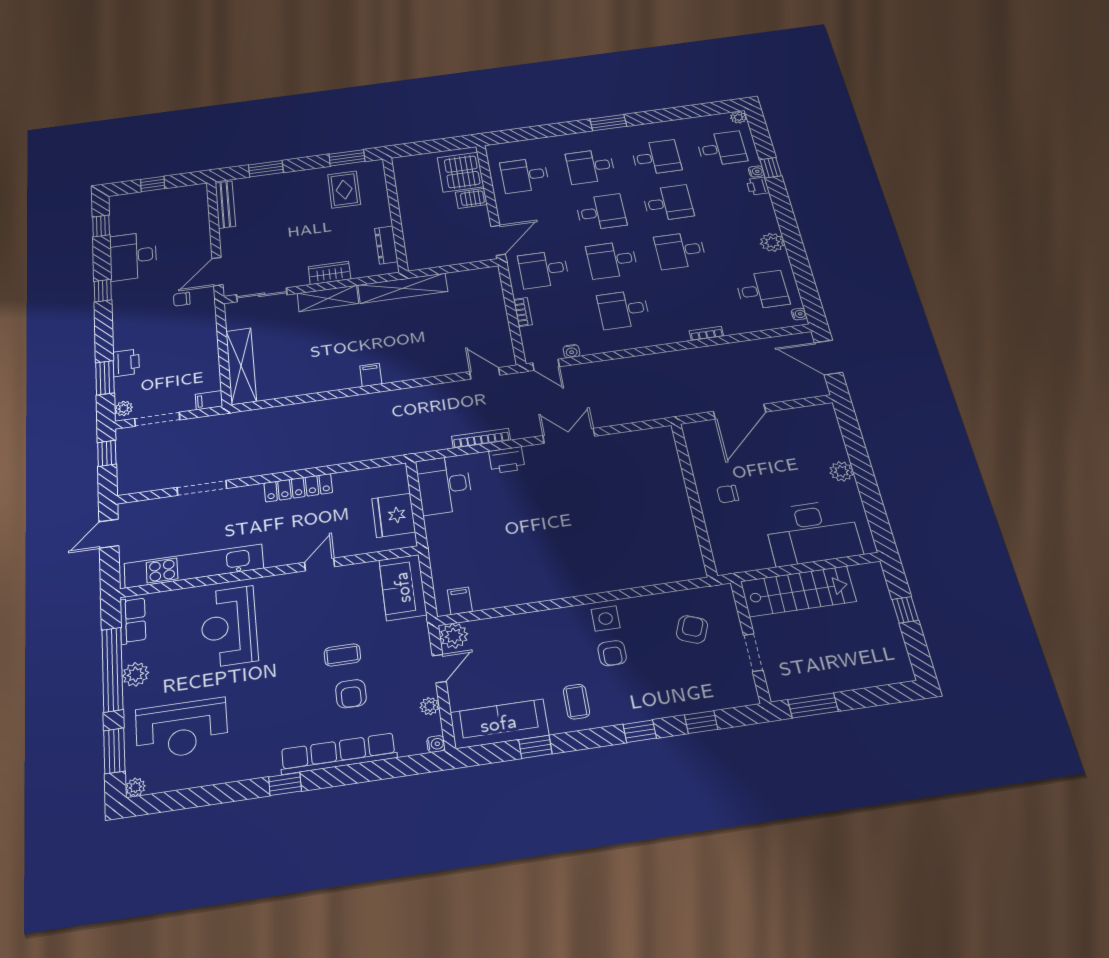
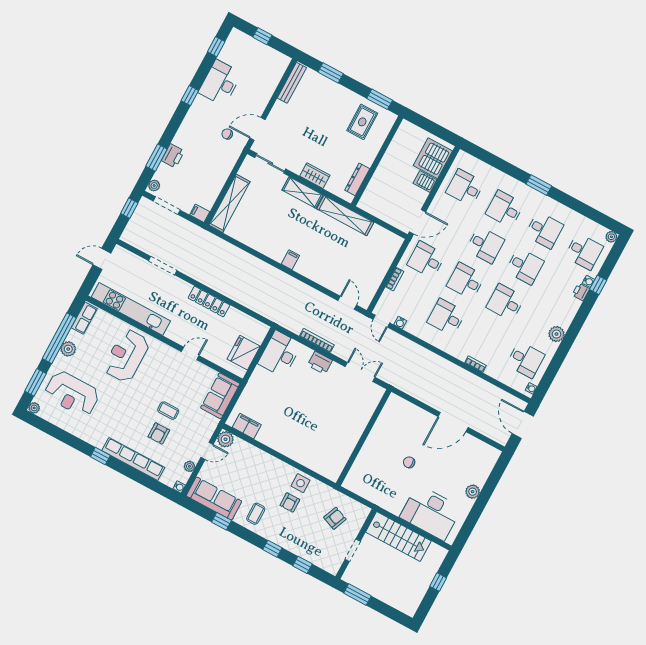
wall: (694, 499) -> (364, 438), moved
filing cabinet: (460, 601) -> (247, 426), width x2.00

